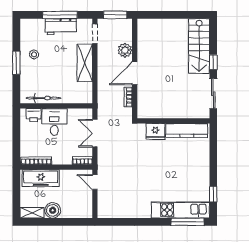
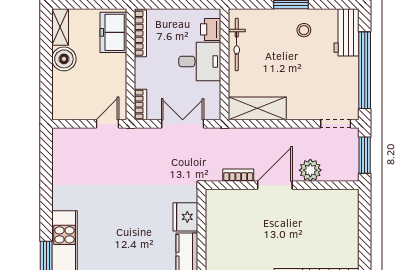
window: (60, 15) -> (365, 70), width x1.46
workbench: (61, 27) -> (347, 32), moved
shelving: (85, 63) -> (257, 108), moved
door: (135, 73) -> (275, 185), hinge flipped
freezer: (41, 178) -> (113, 32), width x0.71

